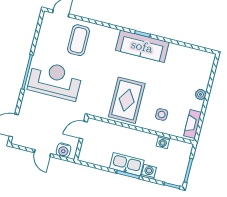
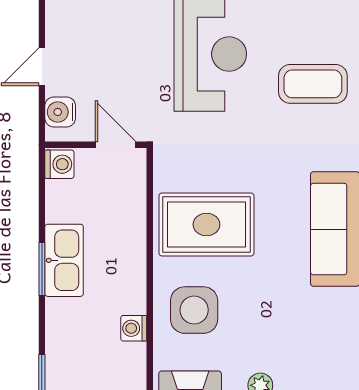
side table: (162, 114) -> (194, 310), width x1.87, depth x1.87
washing machine: (149, 172) -> (59, 164), moved

